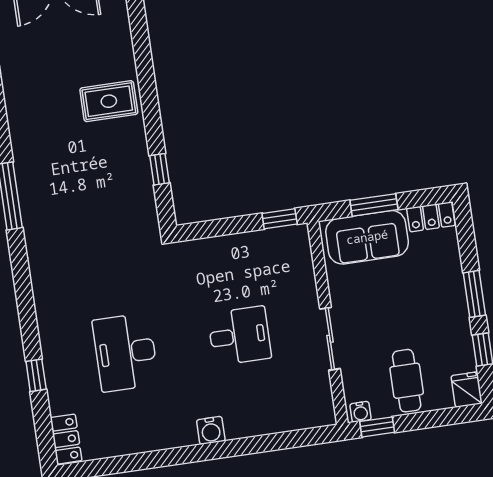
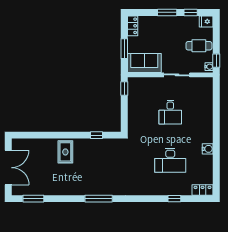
sofa: (367, 237) -> (144, 63), moved, turned -90
desk: (239, 336) -> (170, 112), turned 180
water cooler: (211, 430) -> (208, 149), moved

